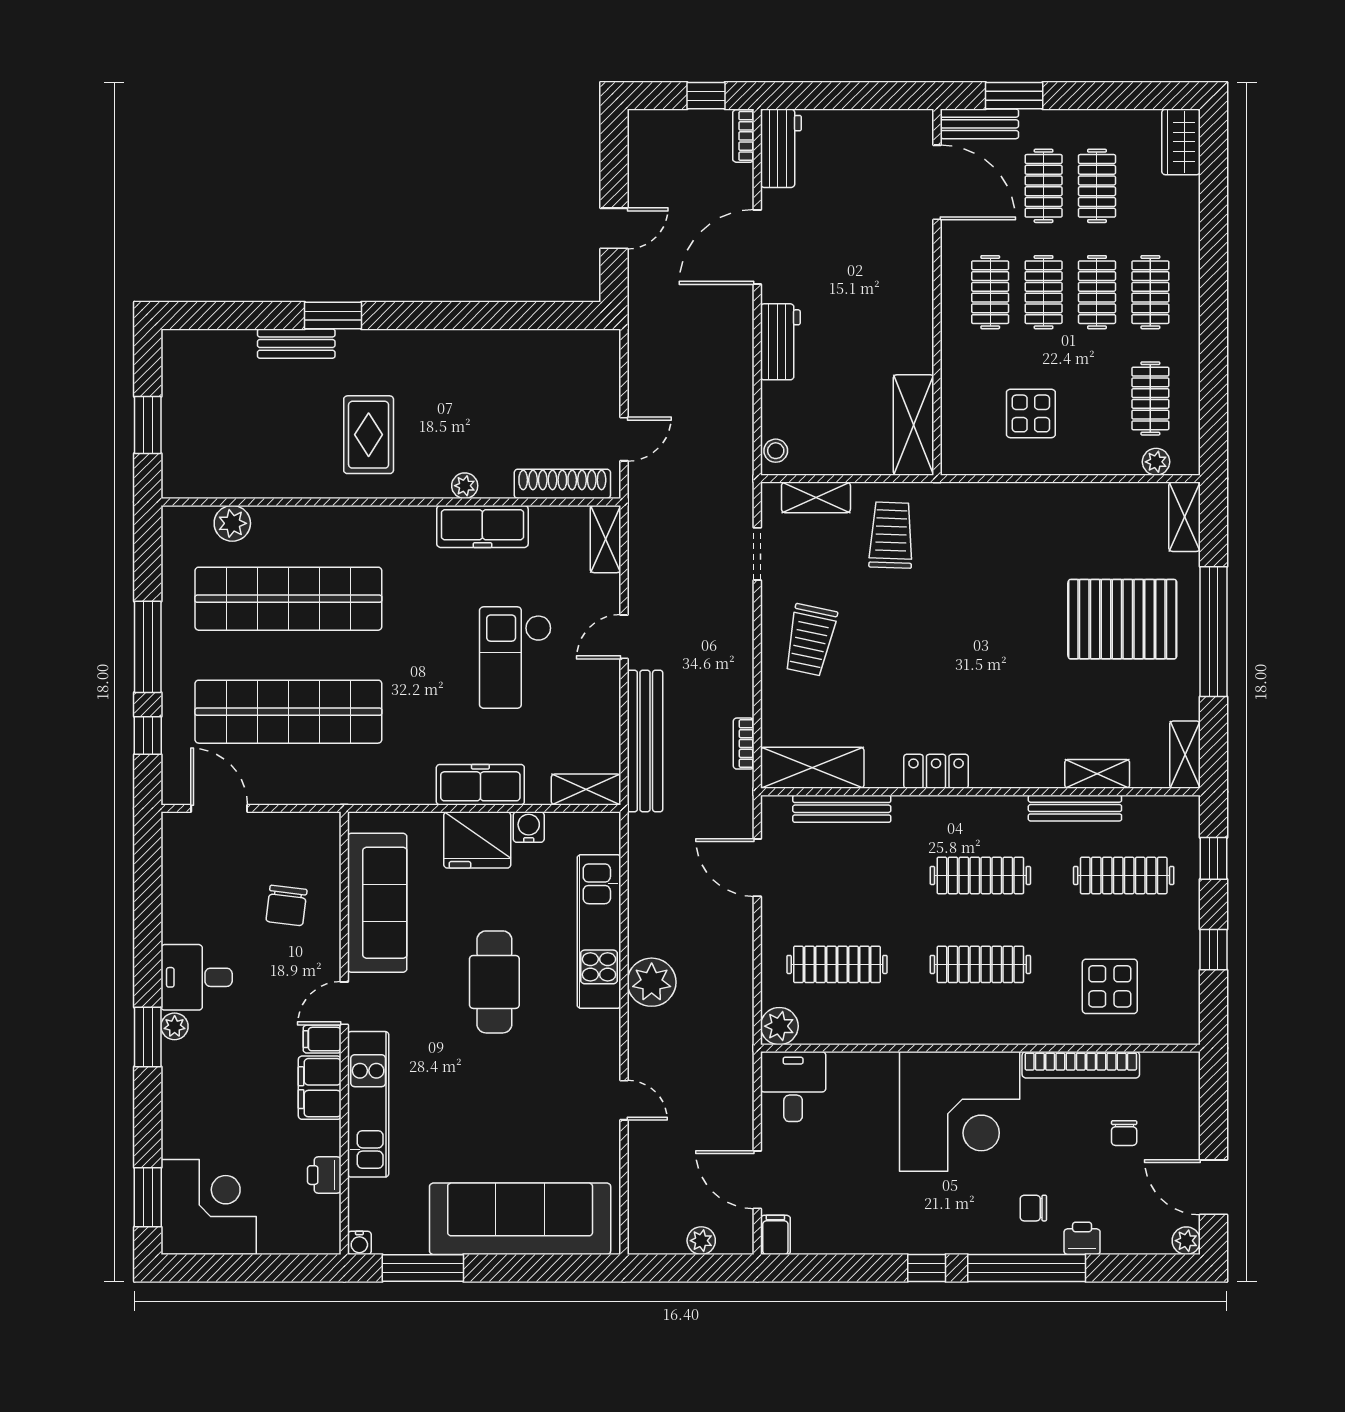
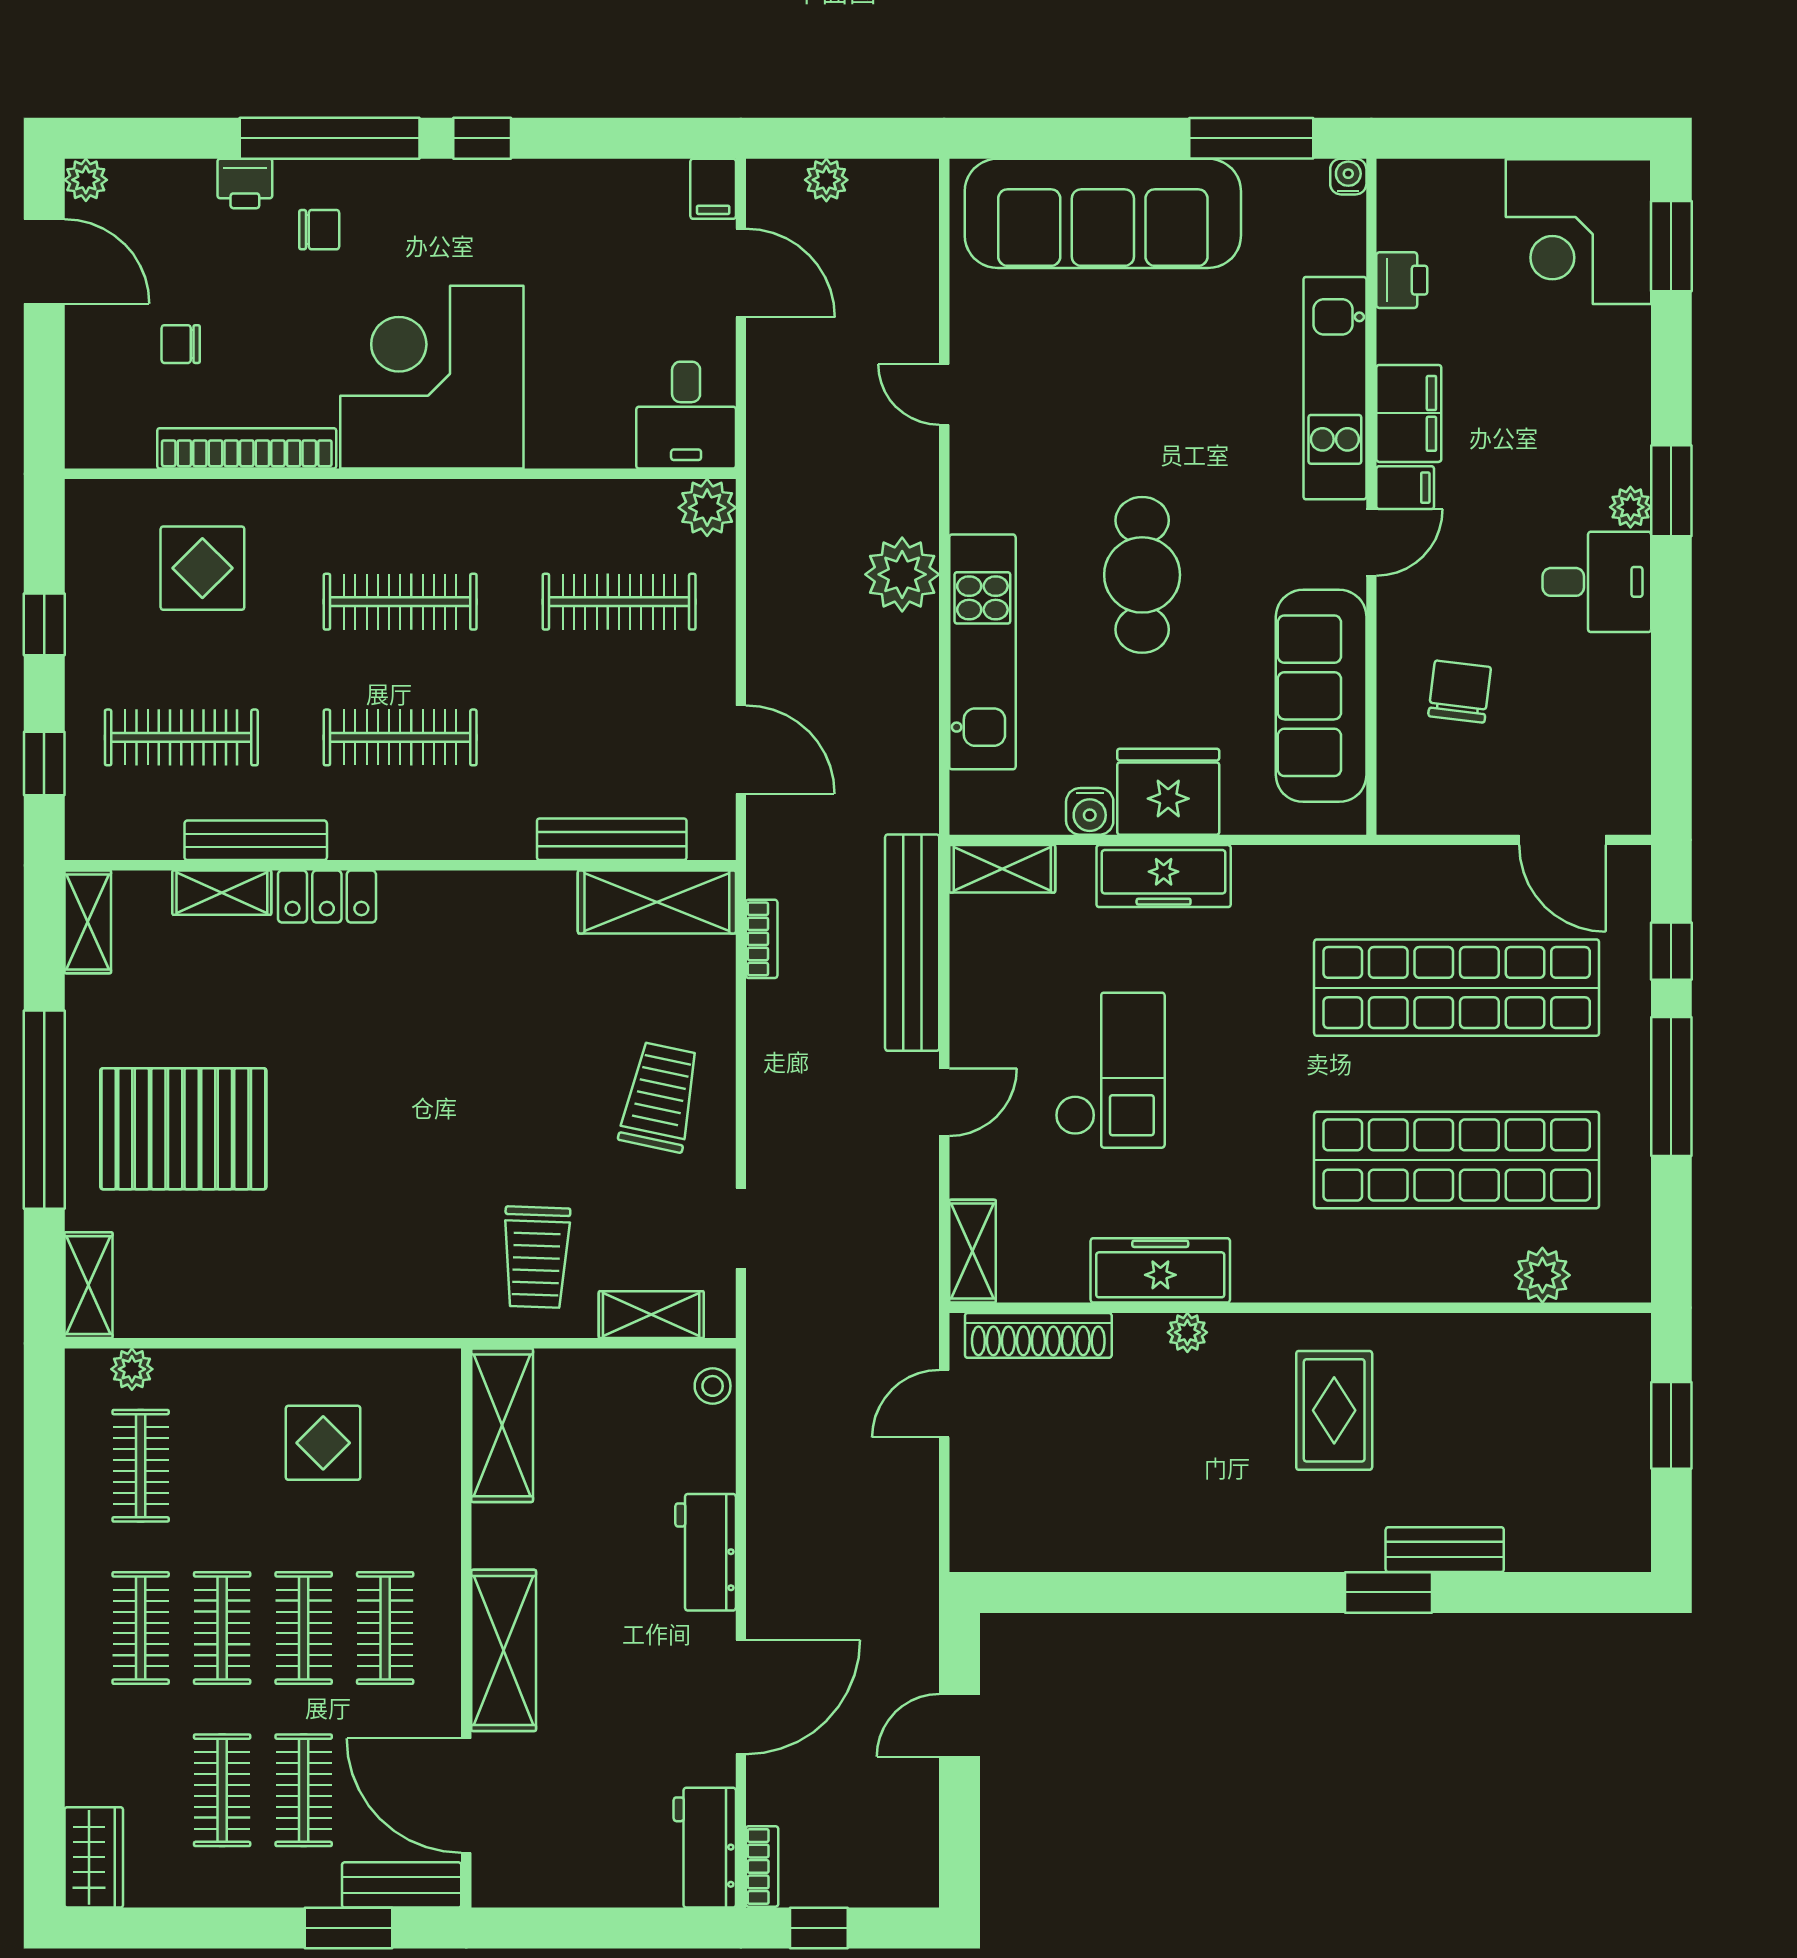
shelving: (913, 277) -> (504, 1650), added
locker: (936, 771) -> (327, 896), moved
chair: (1124, 1133) -> (181, 344), turned -90

